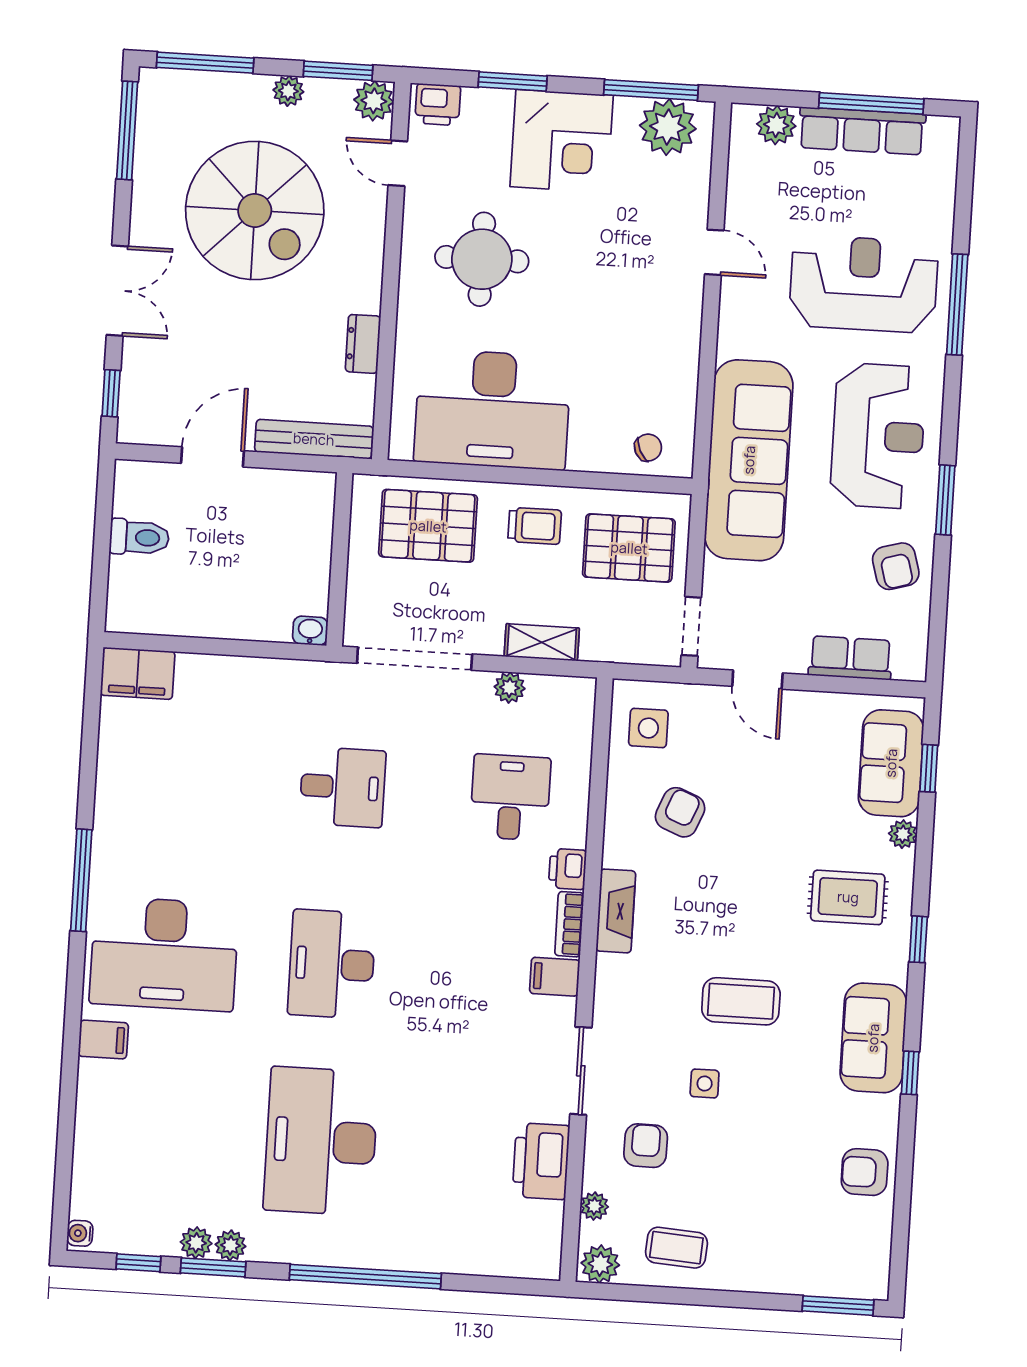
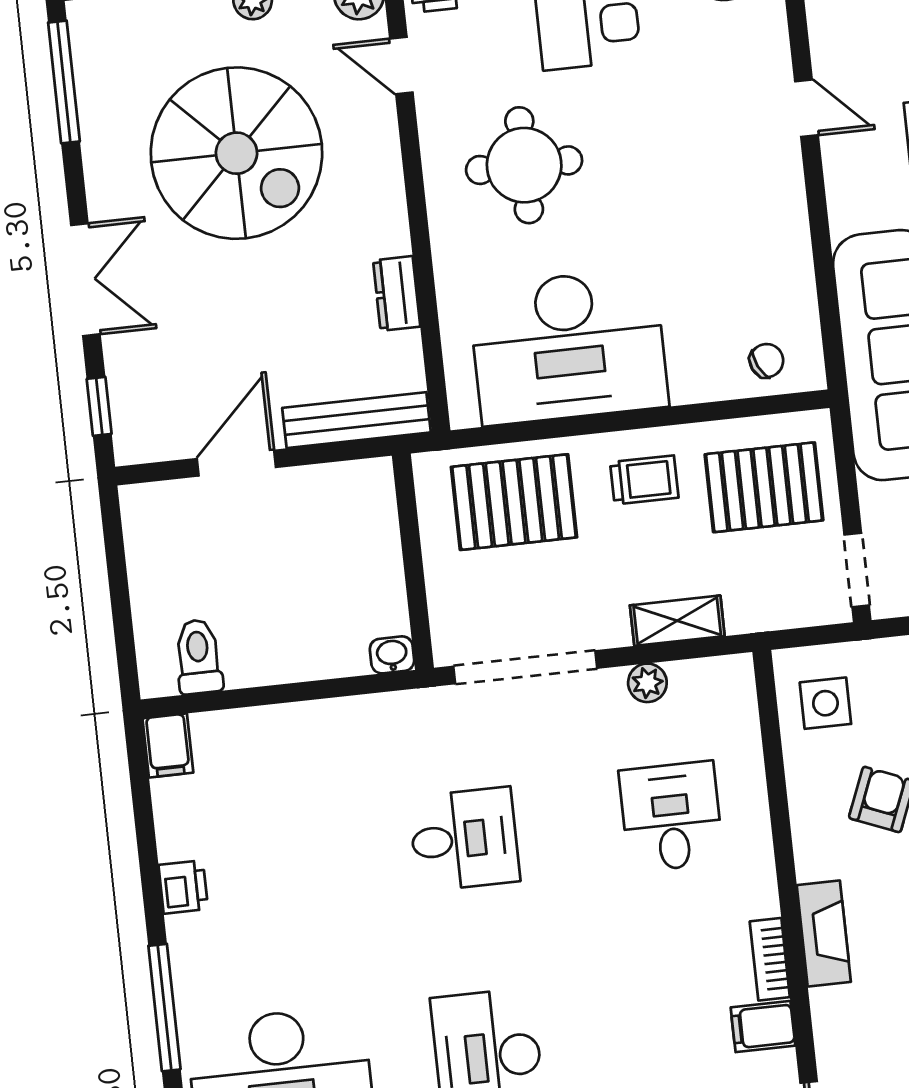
toilet: (139, 537) -> (198, 657), moved, turned -90
filing cabinet: (138, 673) -> (168, 745), width x0.50
printer: (568, 869) -> (183, 887), moved, turned 180

